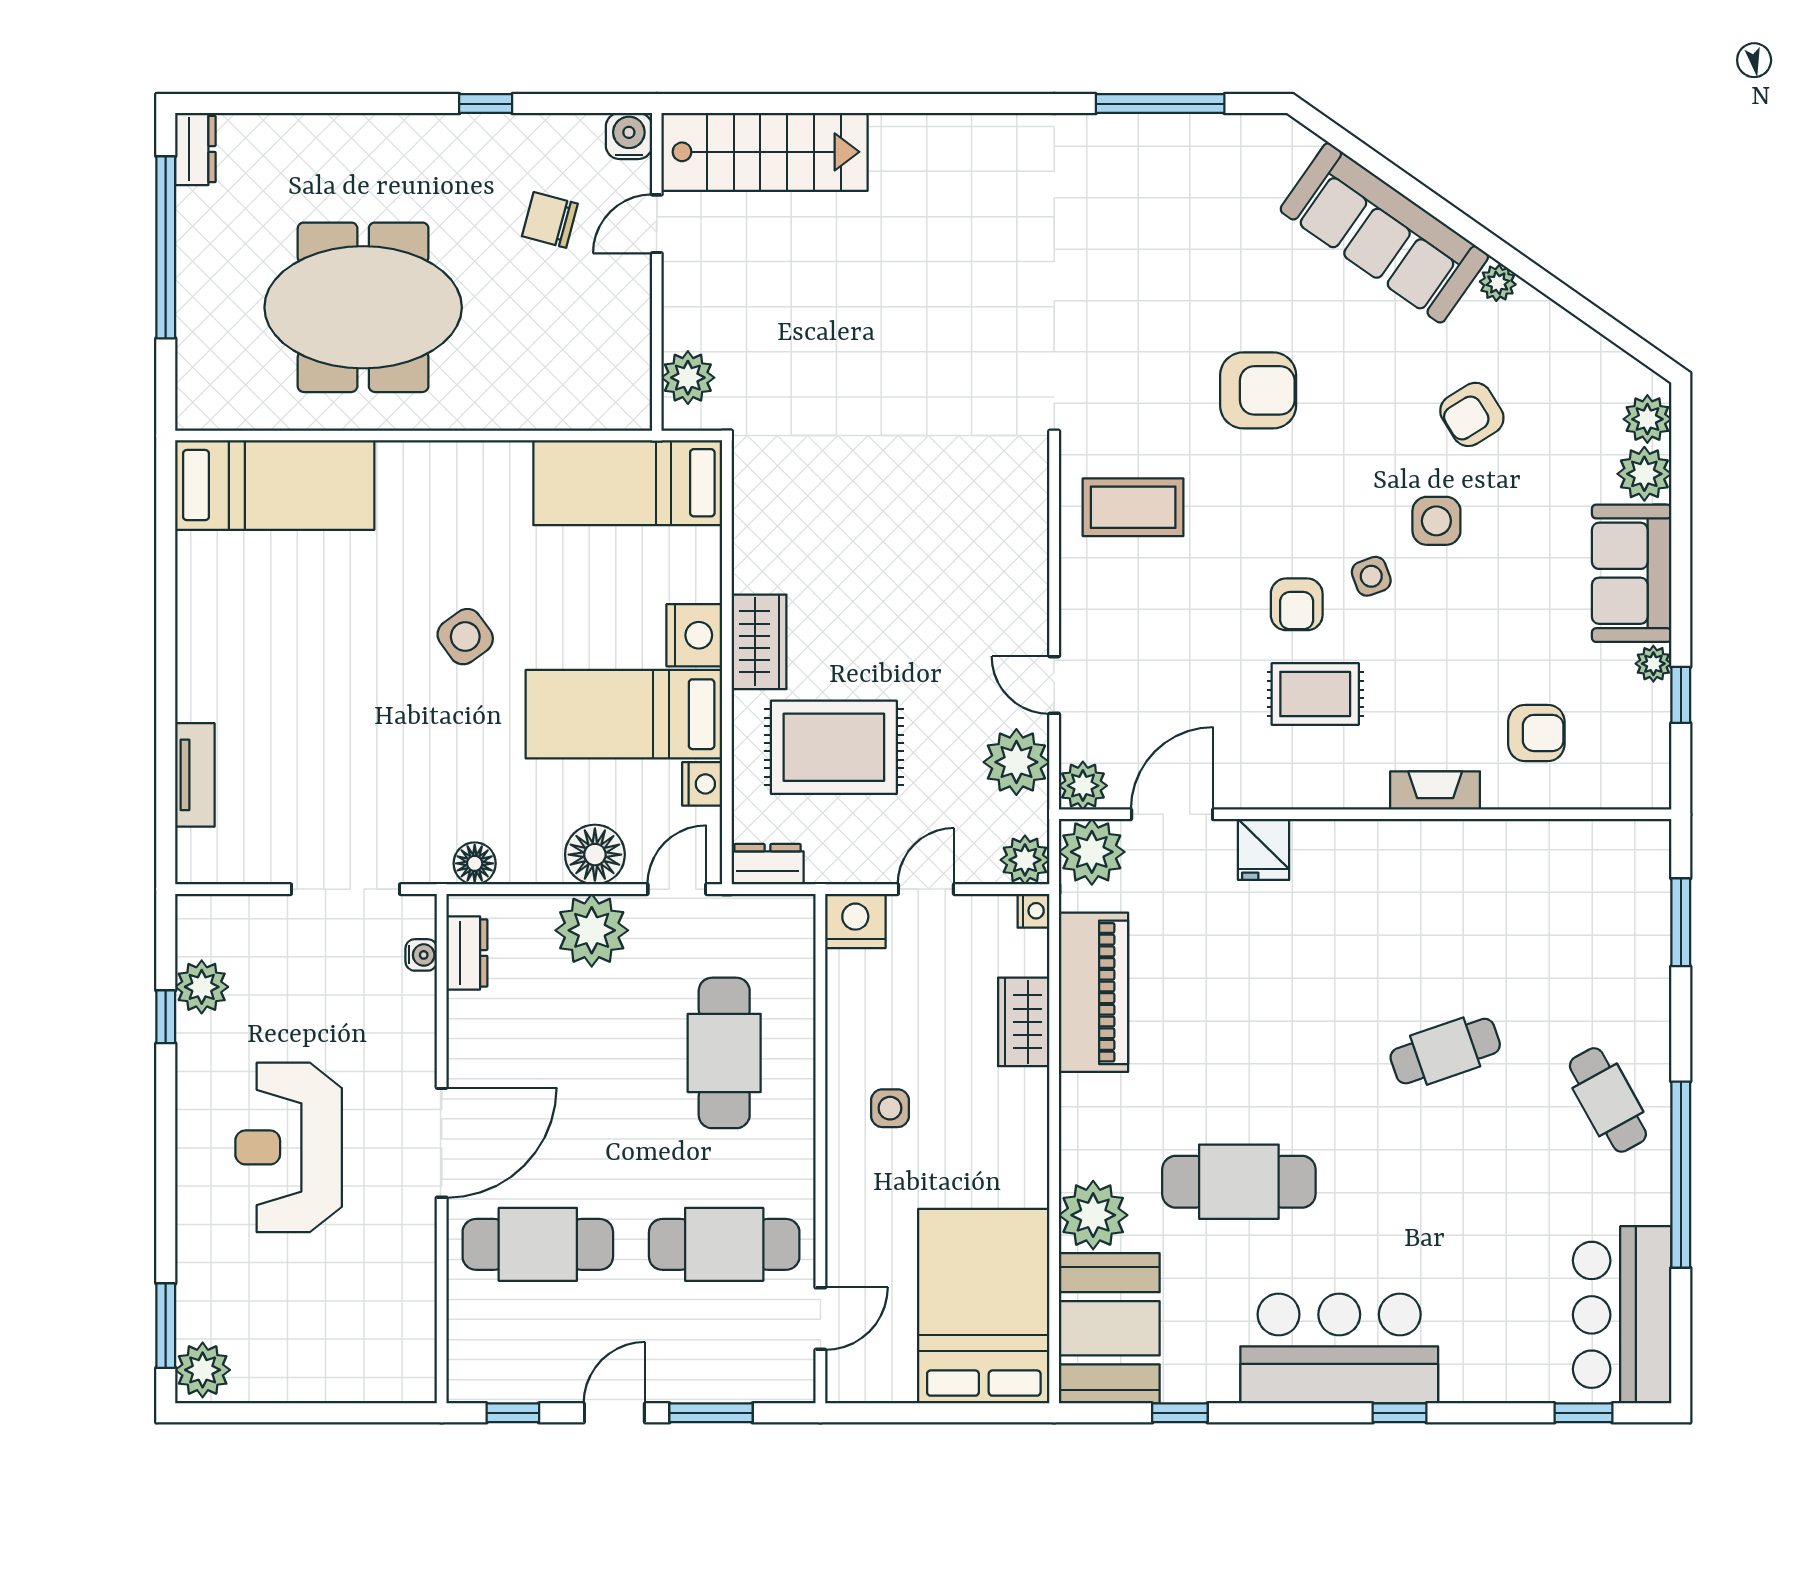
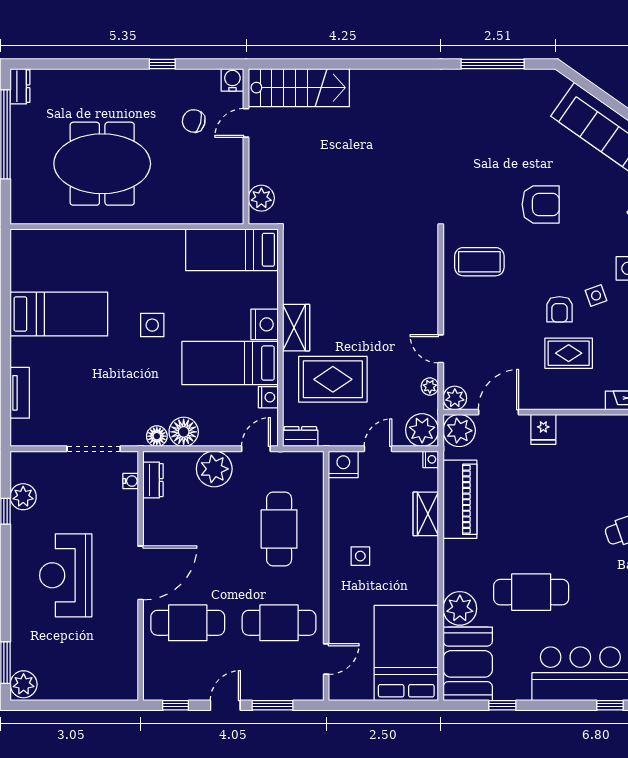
bed: (275, 485) -> (59, 314), moved
side table: (465, 637) -> (152, 325), turned 36
plant: (1016, 762) -> (430, 386), width x0.53, depth x0.53
floor lamp: (595, 855) -> (184, 432), moved
plant: (1025, 860) -> (422, 430), width x1.36, depth x1.36

